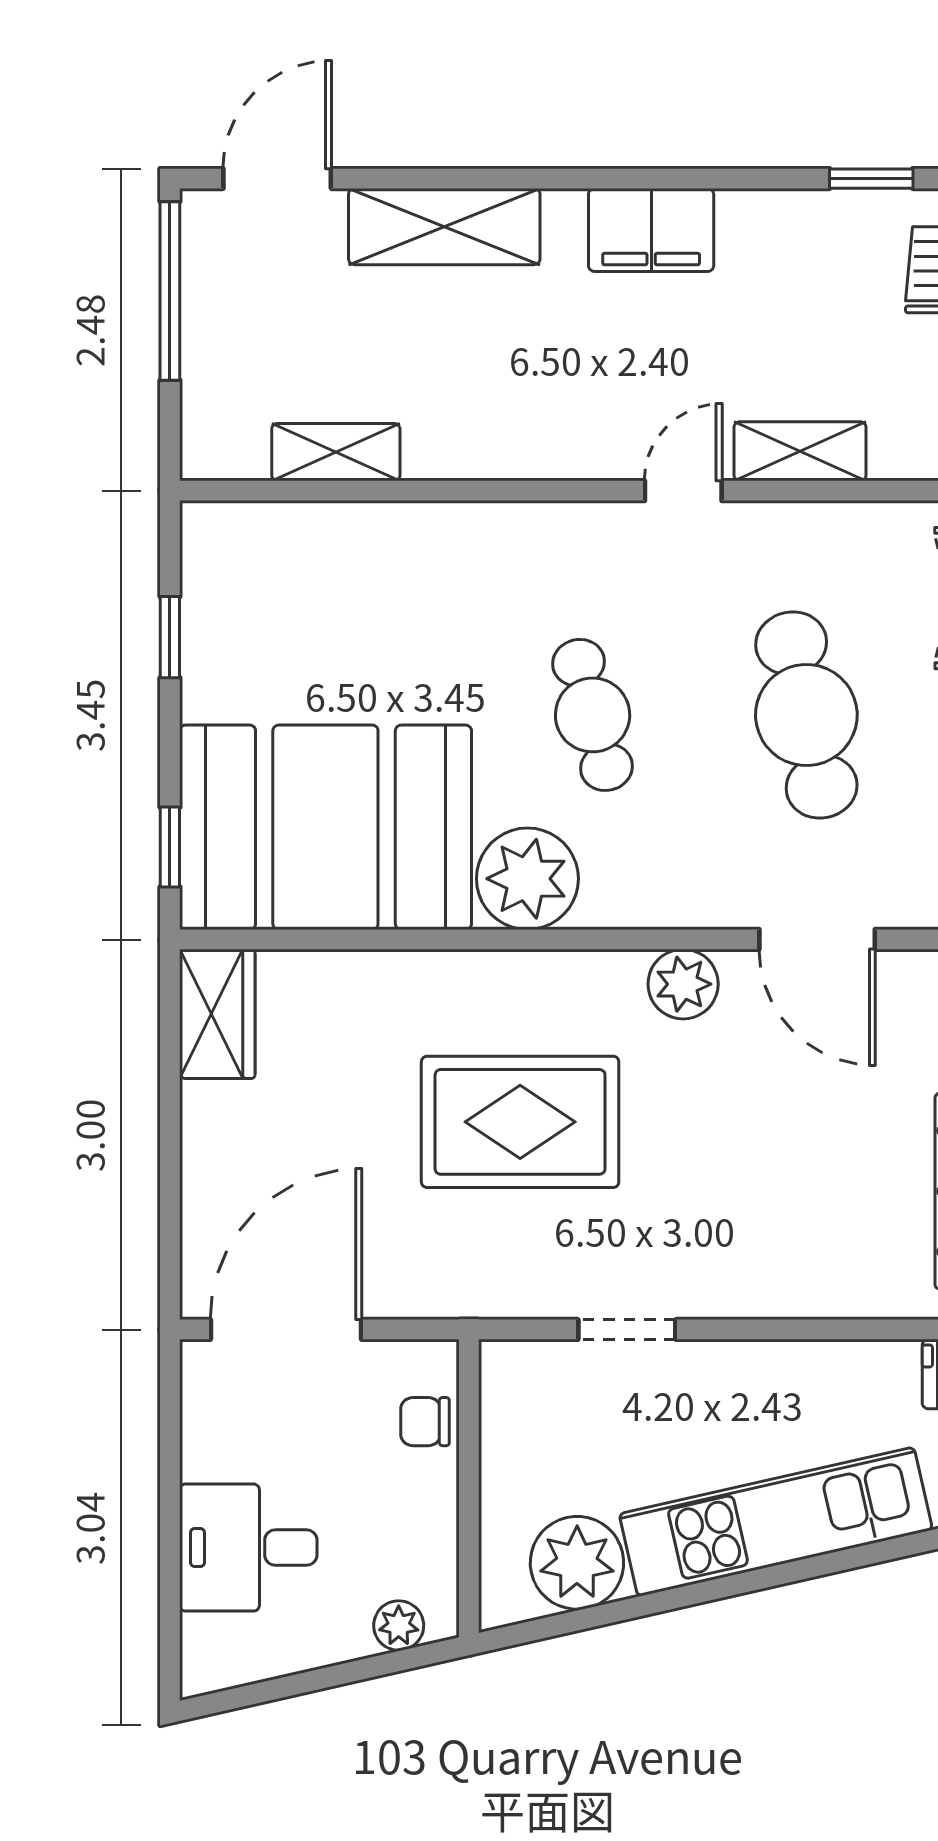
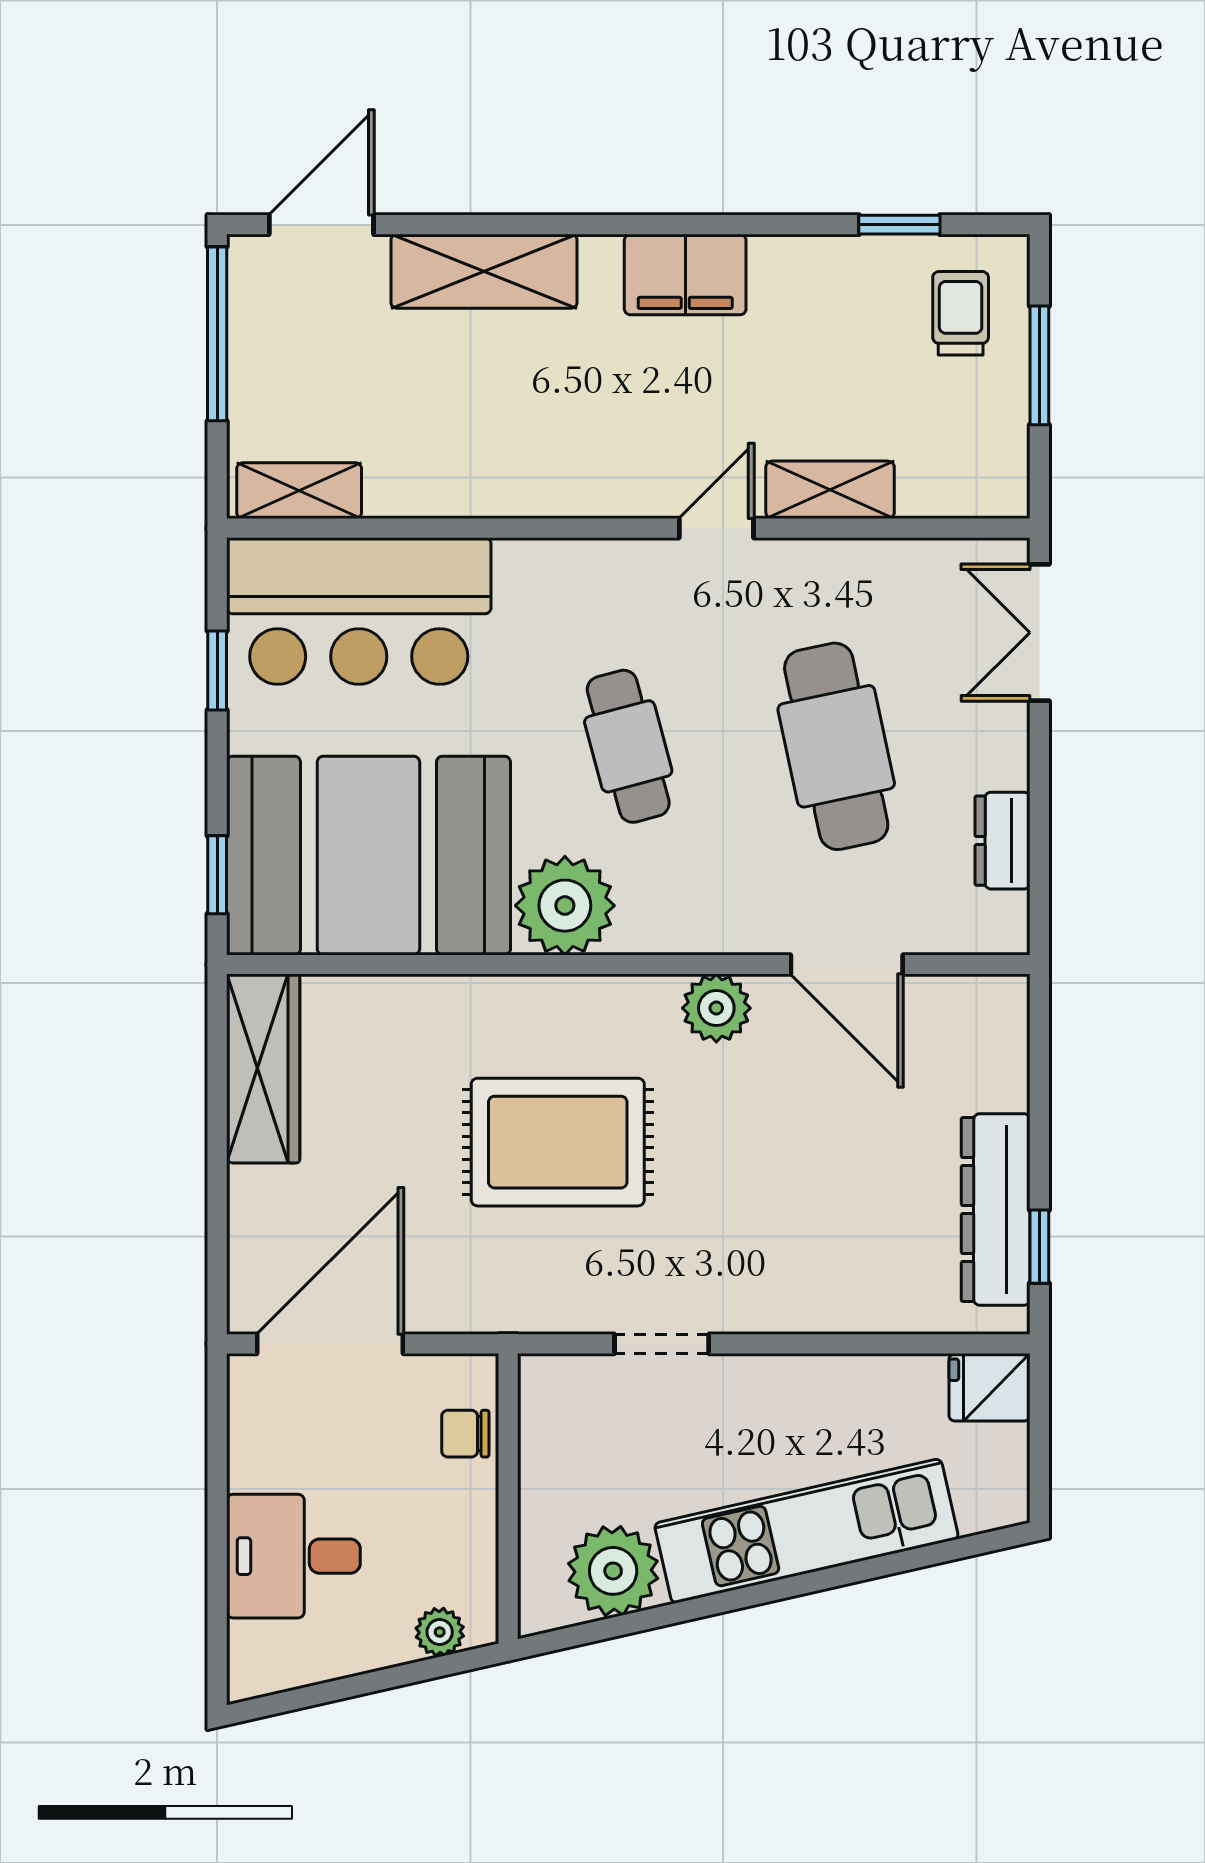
shelving: (336, 452) -> (299, 491), moved
bar counter: (315, 576) -> (359, 611), added
wardrobe: (217, 1014) -> (263, 1069), width x1.50

